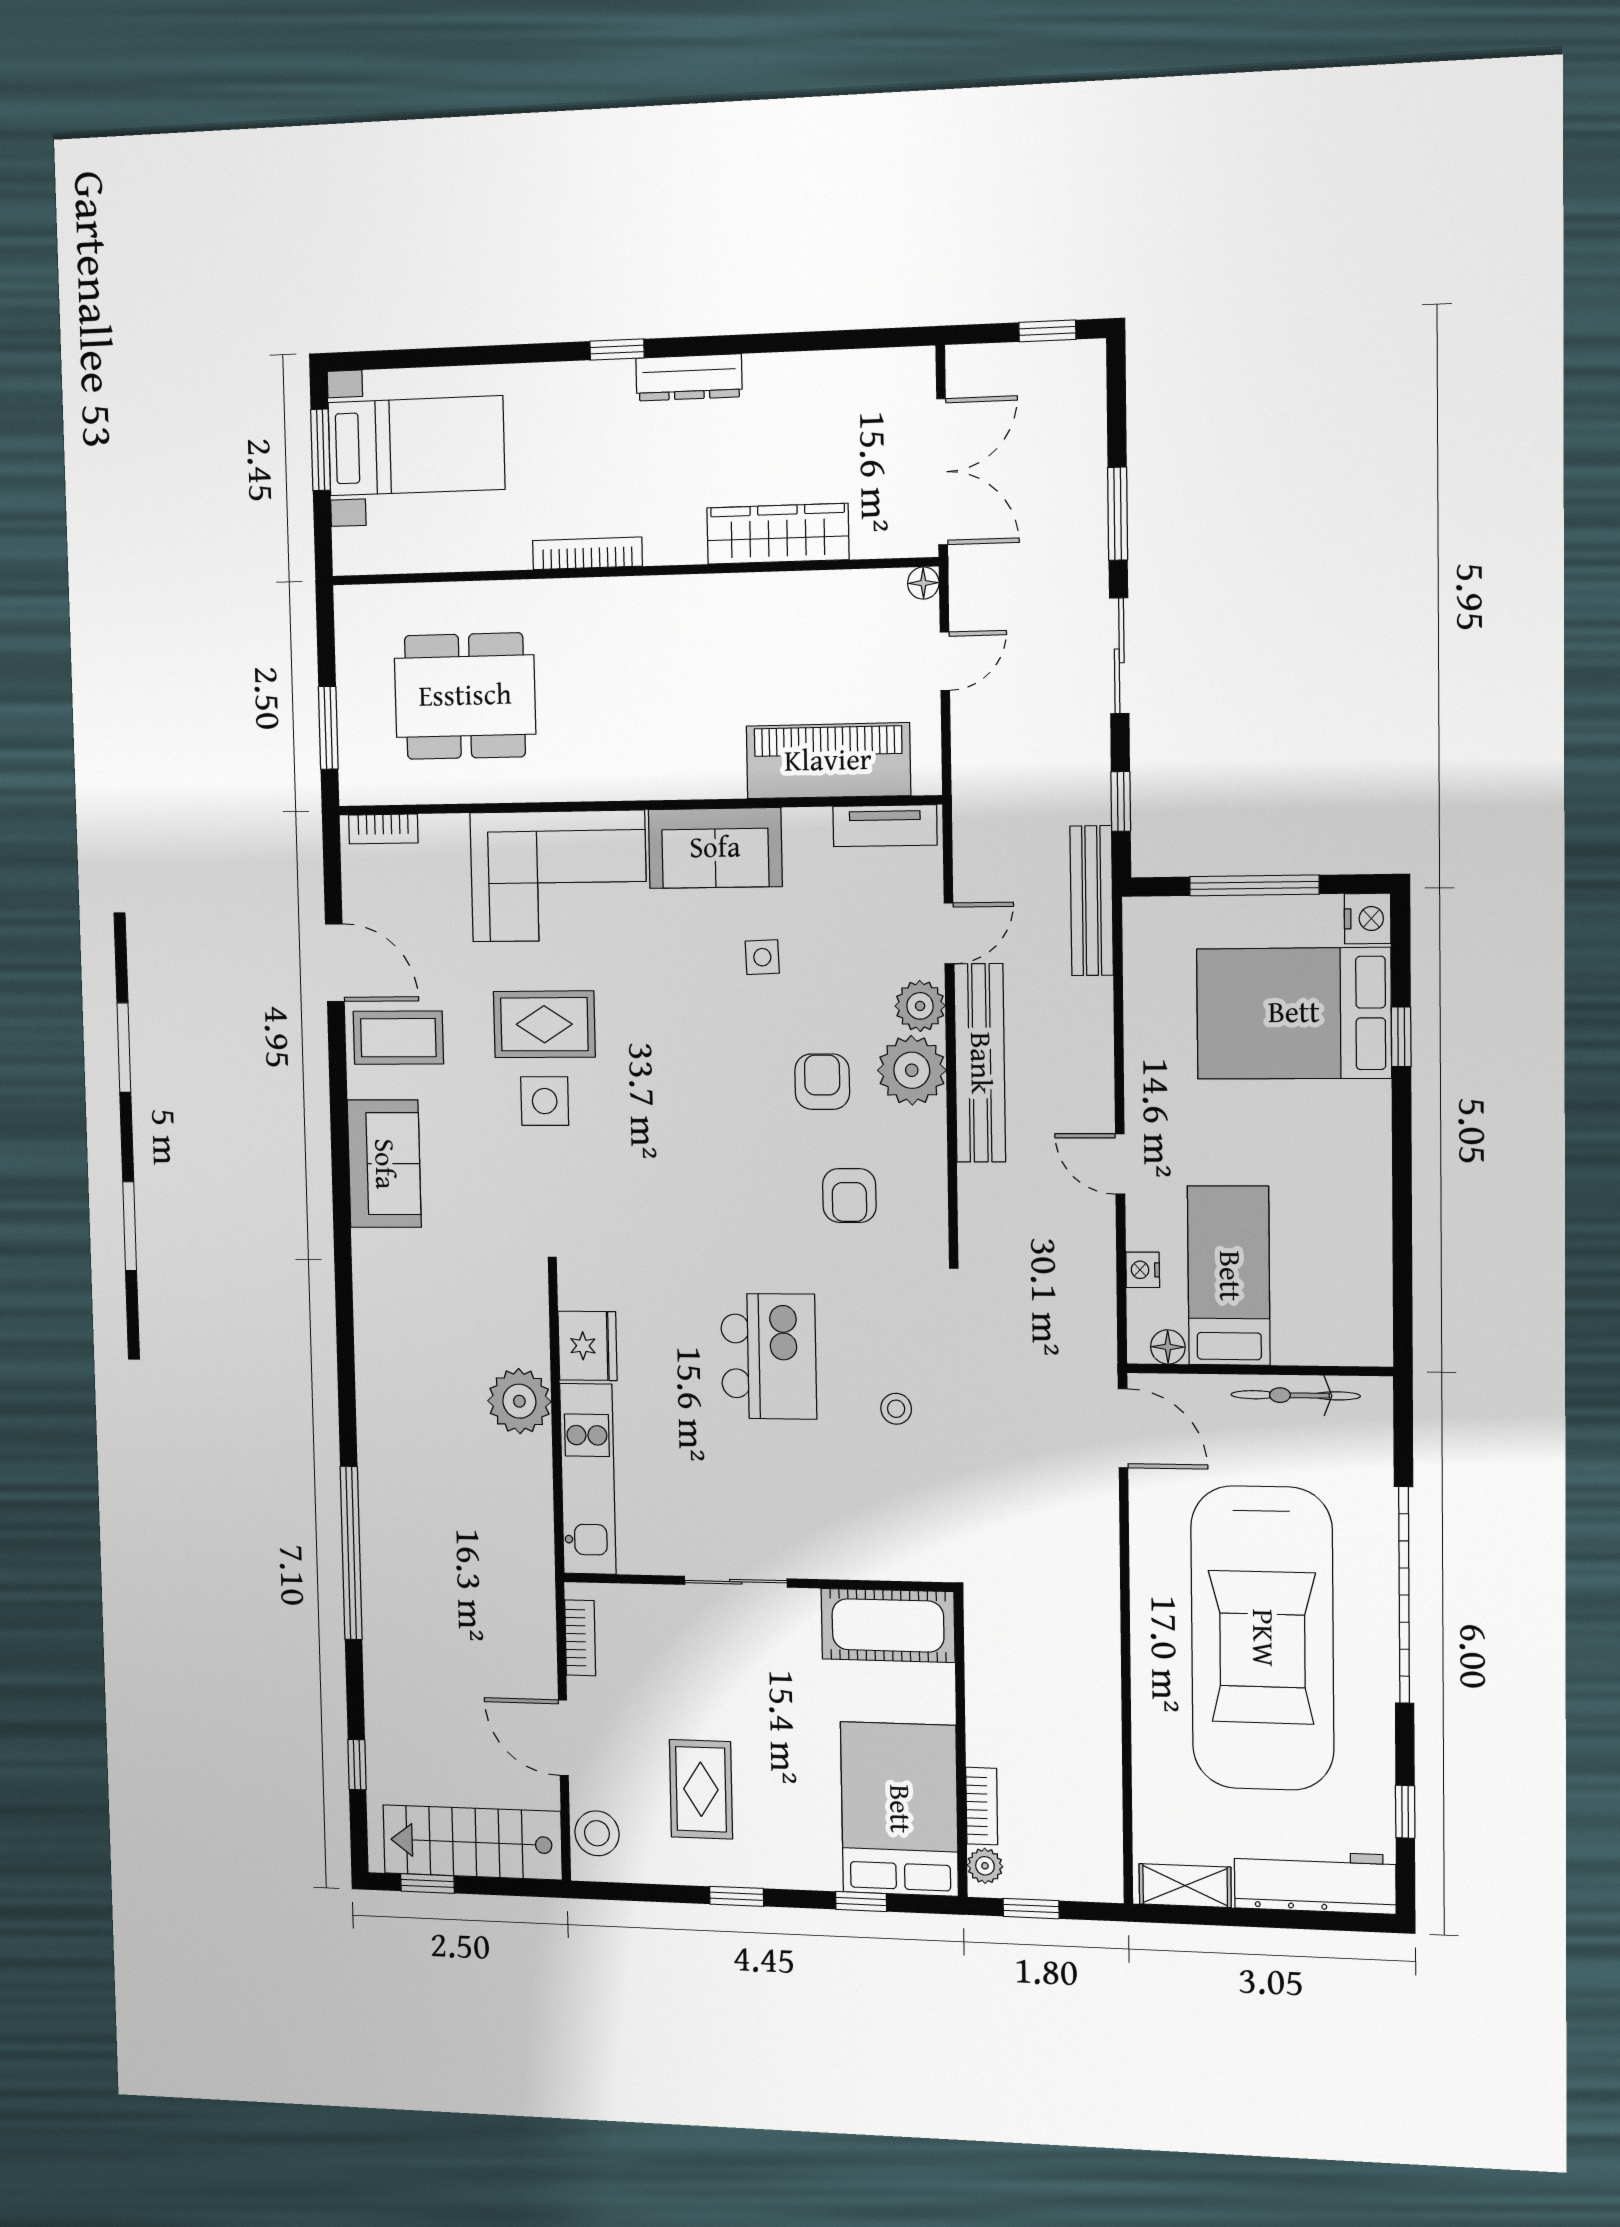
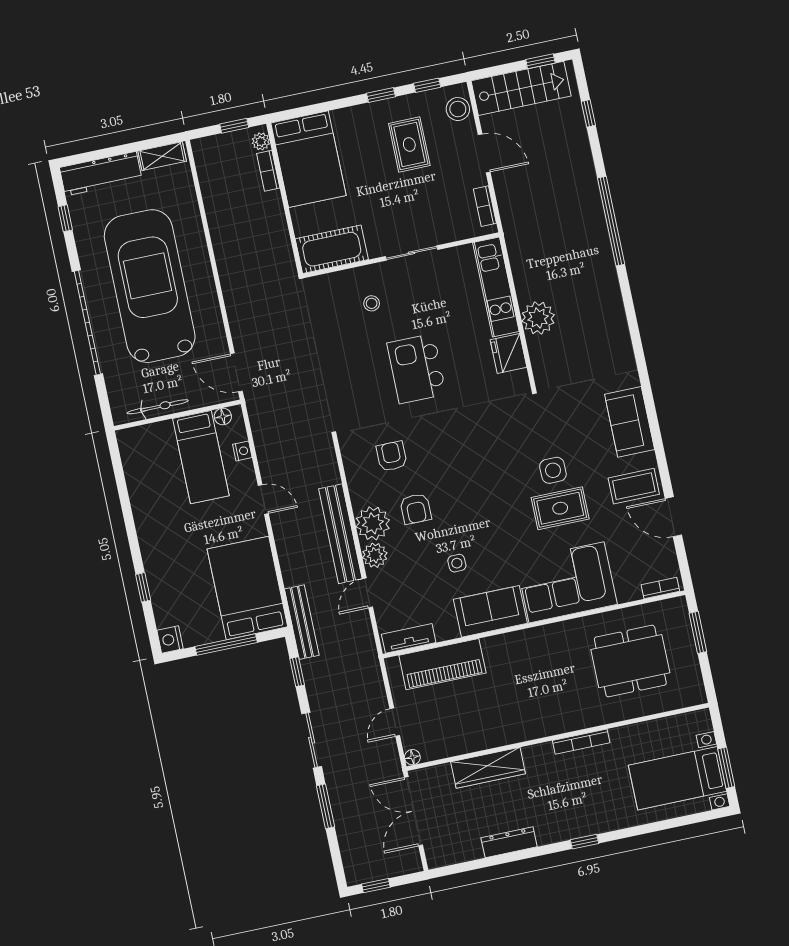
dresser: (689, 377) -> (509, 842), moved
bed: (1294, 1013) -> (247, 588), moved, turned -90
stool: (896, 1409) -> (372, 303), moved
window: (861, 1901) -> (427, 85), moved

